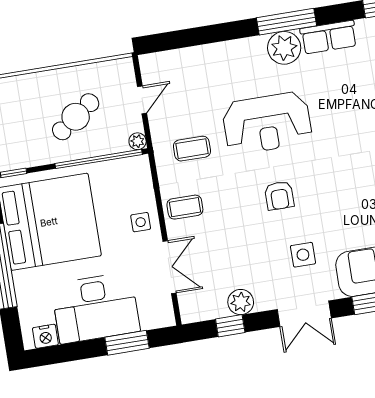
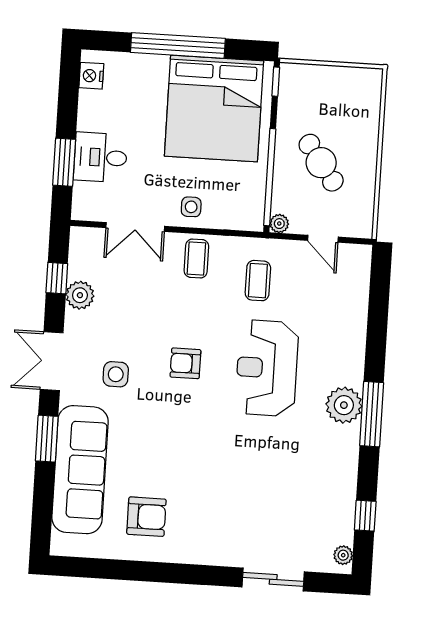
row of seats: (329, 37) -> (344, 456), removed
desk: (96, 308) -> (100, 157), width x0.53, depth x0.77

